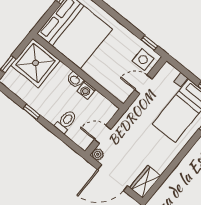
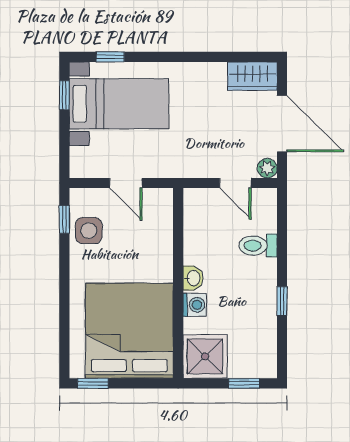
side table: (143, 60) -> (89, 231), moved
shower: (36, 63) -> (205, 356), width x0.73, depth x0.73
washing machine: (86, 90) -> (195, 305), moved

